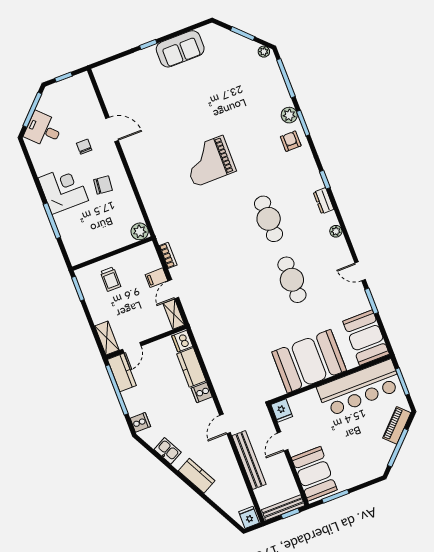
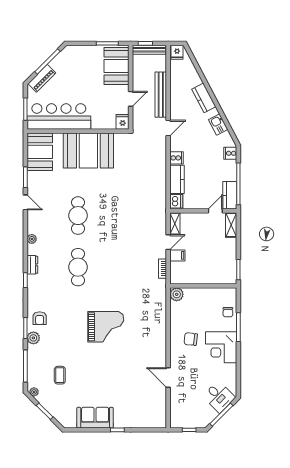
coffee table: (241, 83) -> (60, 375), added
chair: (84, 147) -> (228, 312), moved
trolley: (111, 279) -> (212, 267), removed

